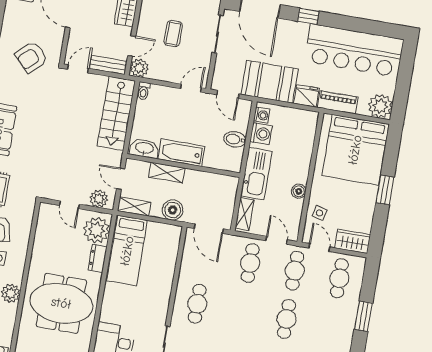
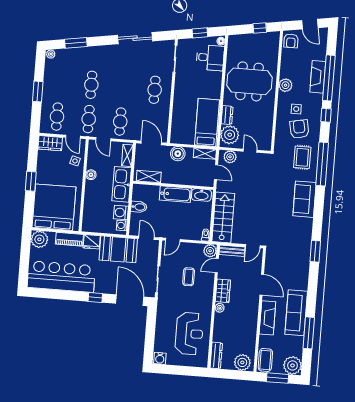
armchair: (31, 57) -> (286, 251), removed
shelving: (167, 173) -> (149, 177), moved

